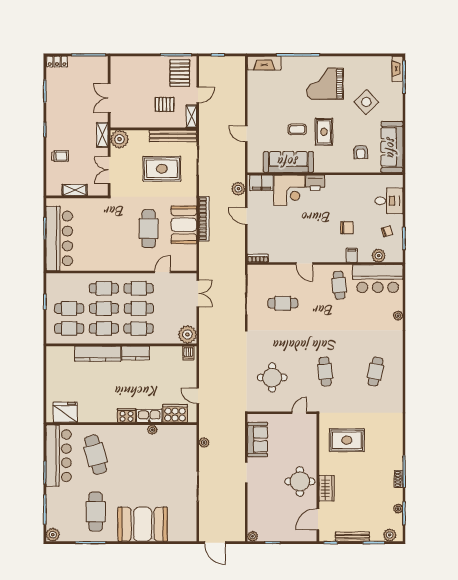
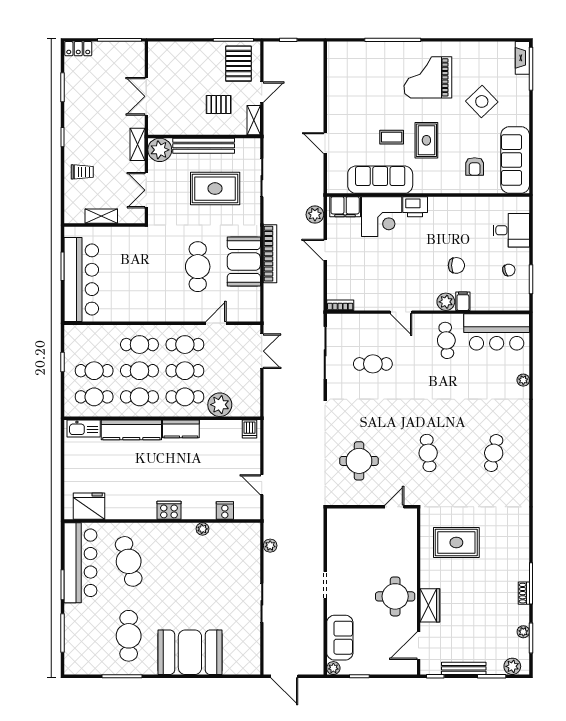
fireplace: (264, 63) -> (349, 50), removed
bench: (173, 136) -> (204, 146), moved
plant: (379, 256) -> (446, 302), moved
plant: (187, 334) -> (220, 405), moved
cooker: (175, 413) -> (225, 510), width x0.53, depth x0.76
kitchen sink: (149, 416) -> (84, 428), moved, turned 180
sofa: (257, 439) -> (340, 638), moved
plant: (53, 535) -> (73, 666), removed

